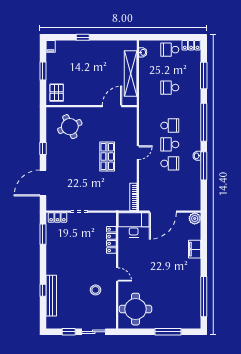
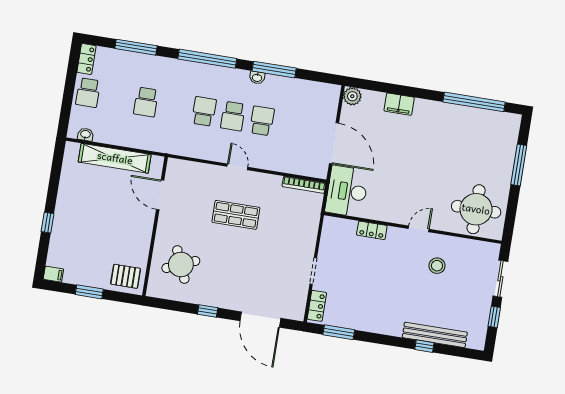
locker: (111, 240) -> (372, 230), width x0.66

